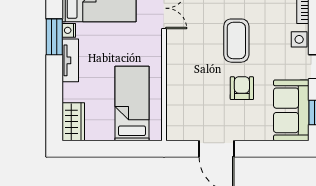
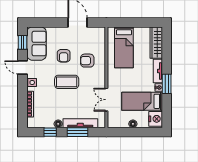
coffee table: (236, 41) -> (67, 82), turned 90
armchair: (199, 79) -> (87, 61), added
wardrobe: (73, 122) -> (156, 43), width x1.50

